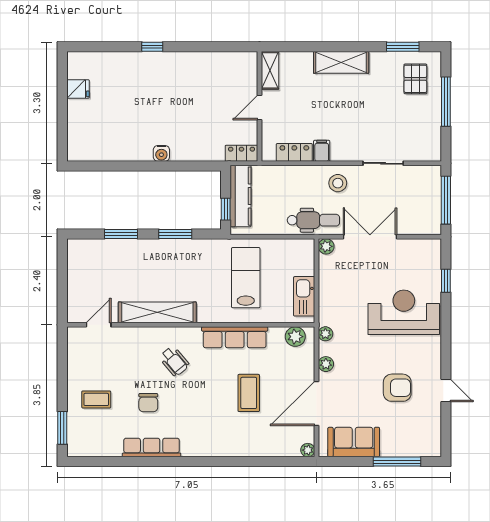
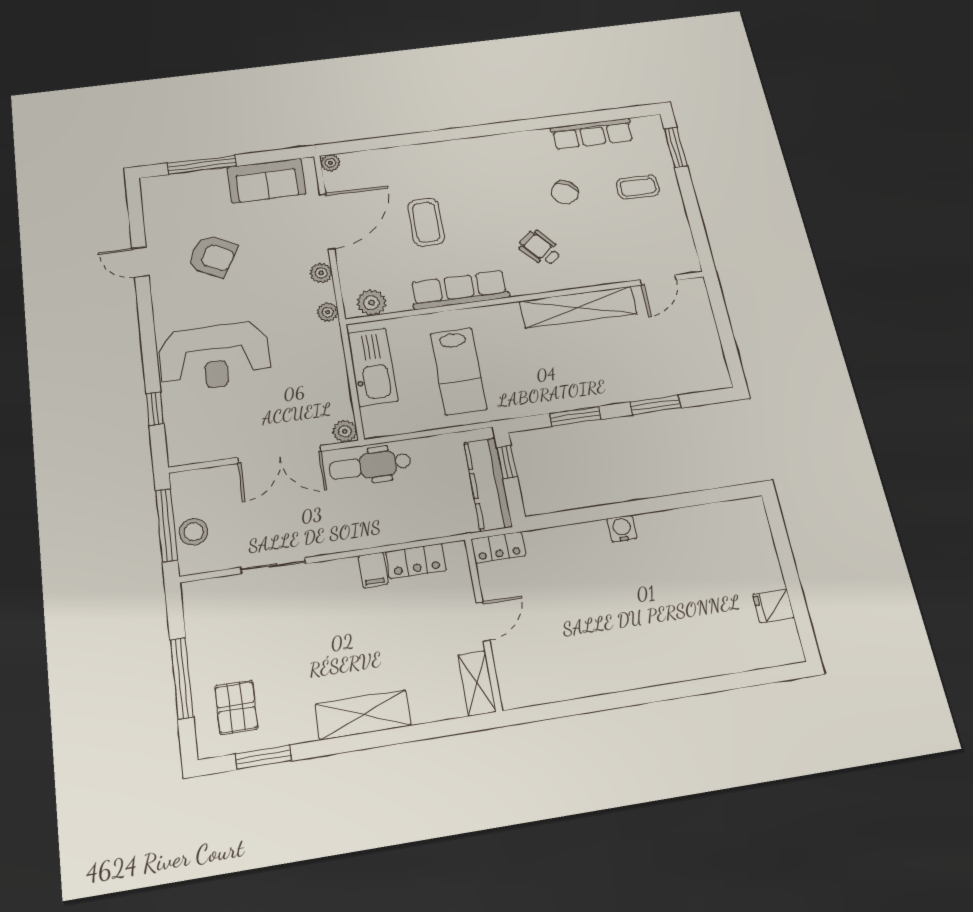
window: (152, 47) -> (673, 691), removed
stool: (338, 183) -> (194, 532), moved
kitchen sink: (304, 296) -> (373, 367), width x1.36, depth x1.24
armchair: (397, 388) -> (212, 256), turned -152
chair: (148, 403) -> (565, 192), turned -147
row of seats: (152, 448) -> (592, 134), moved

